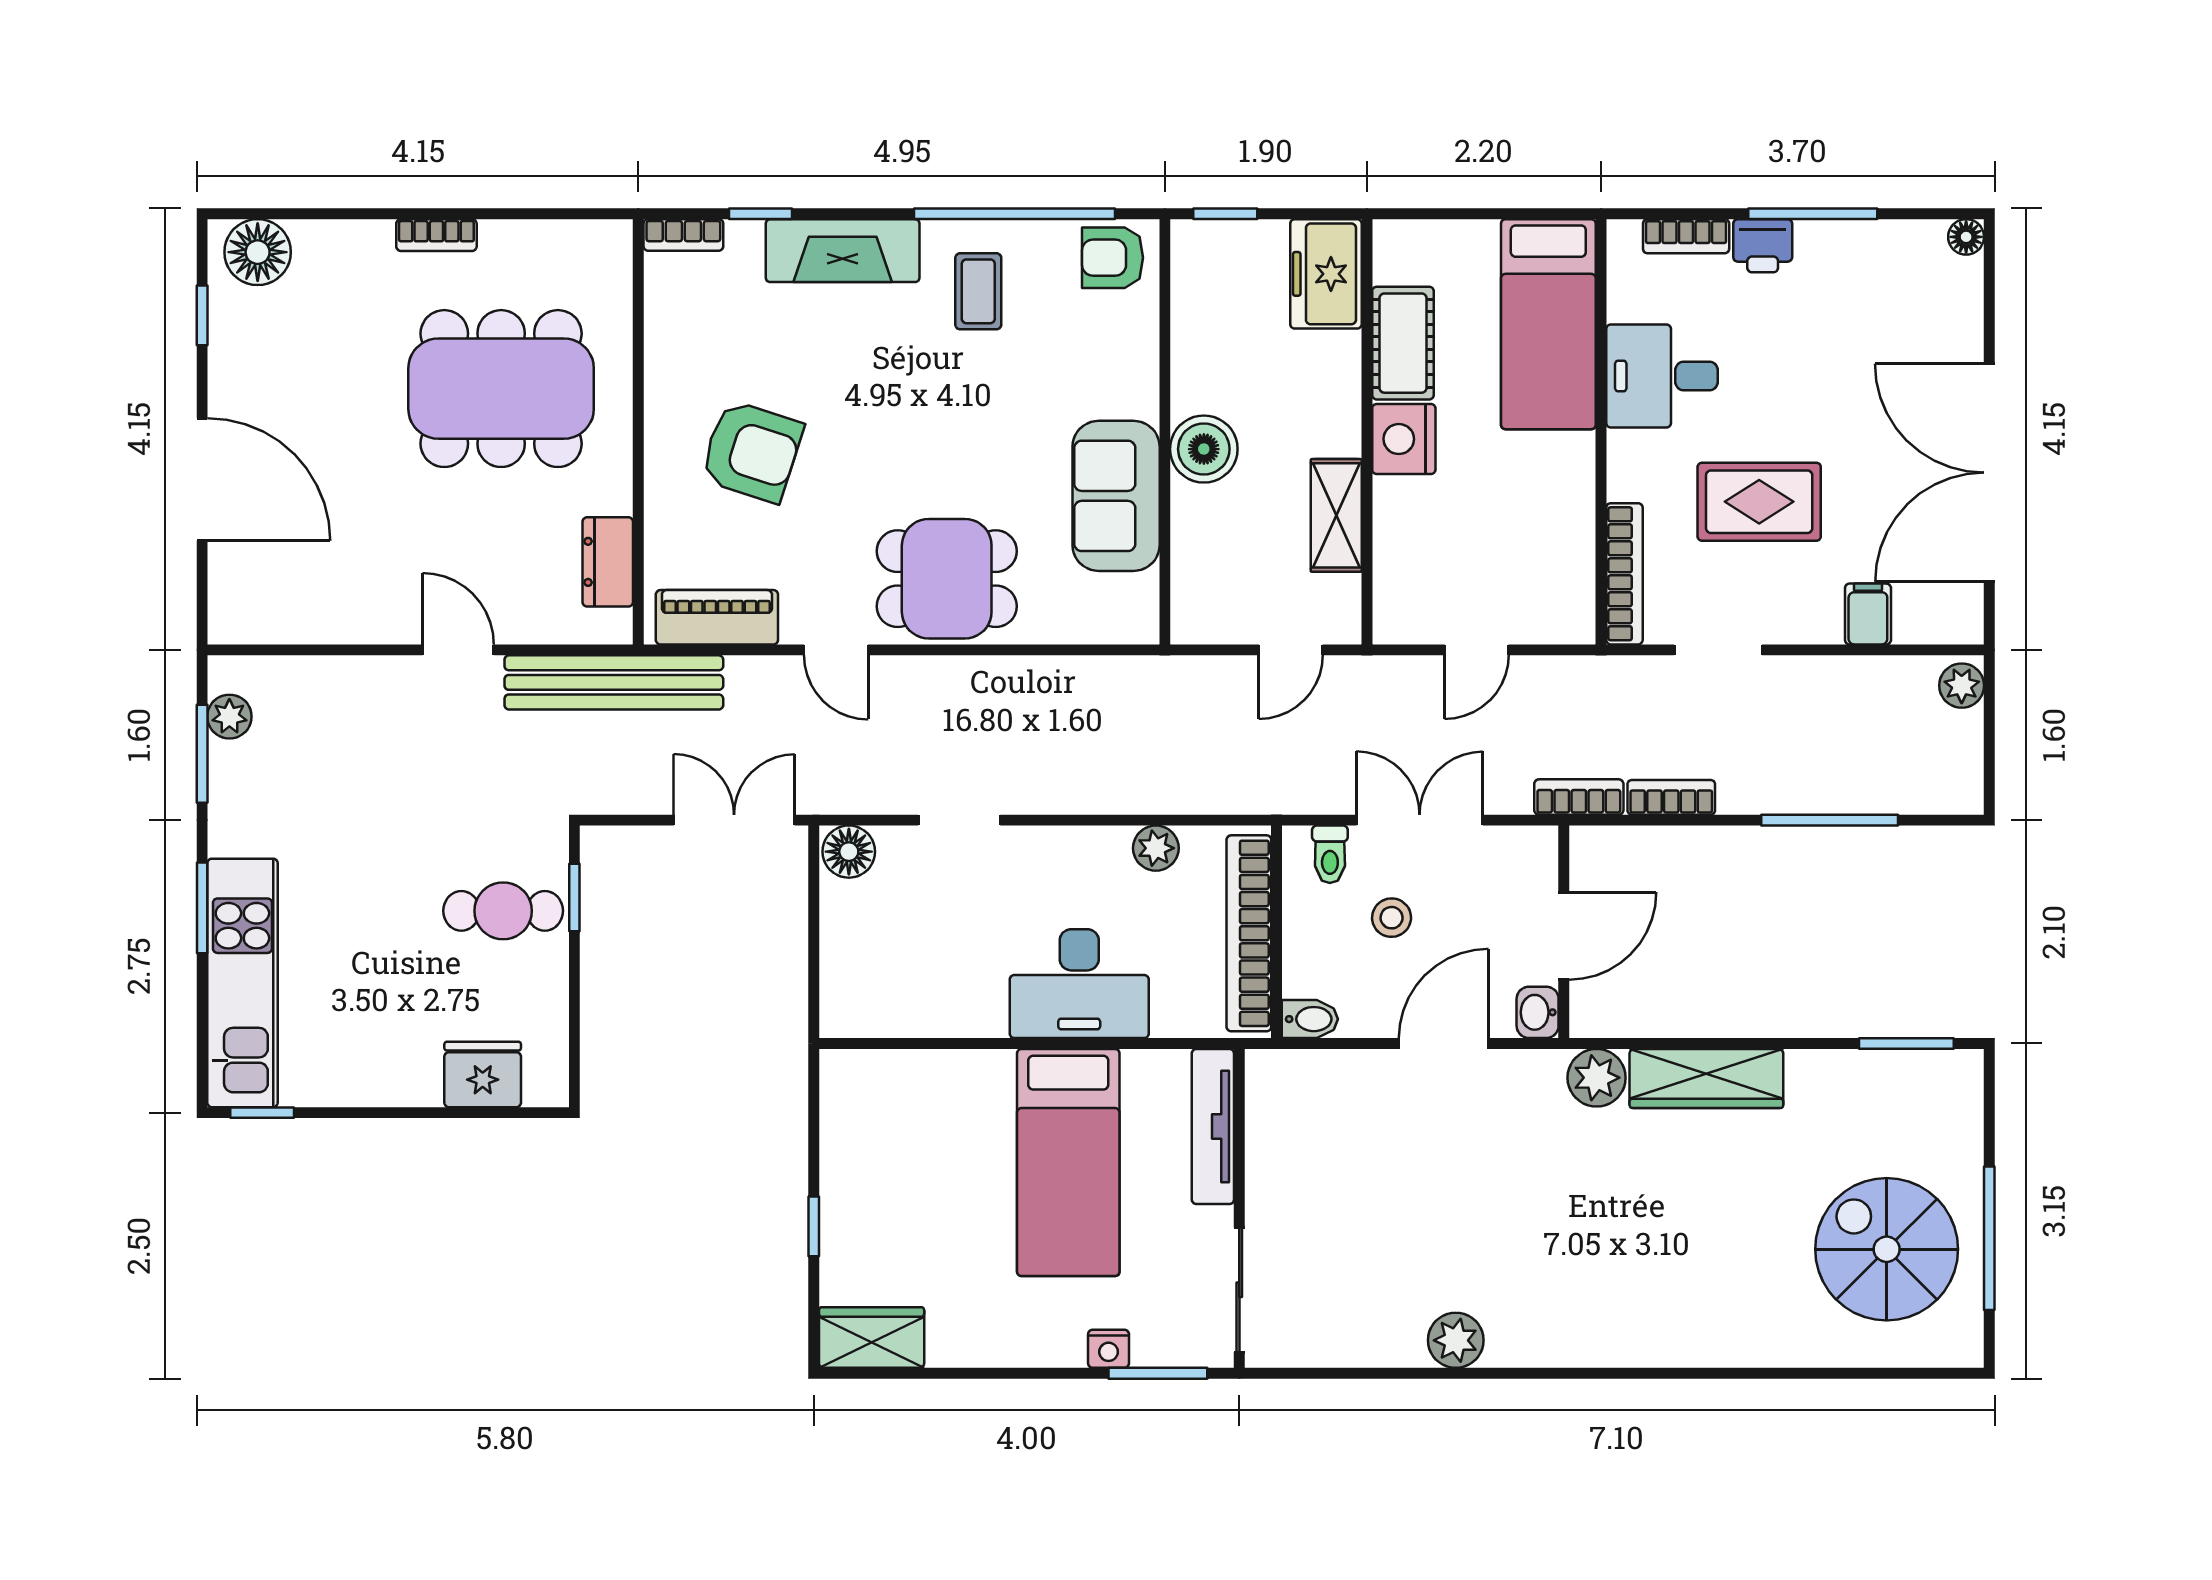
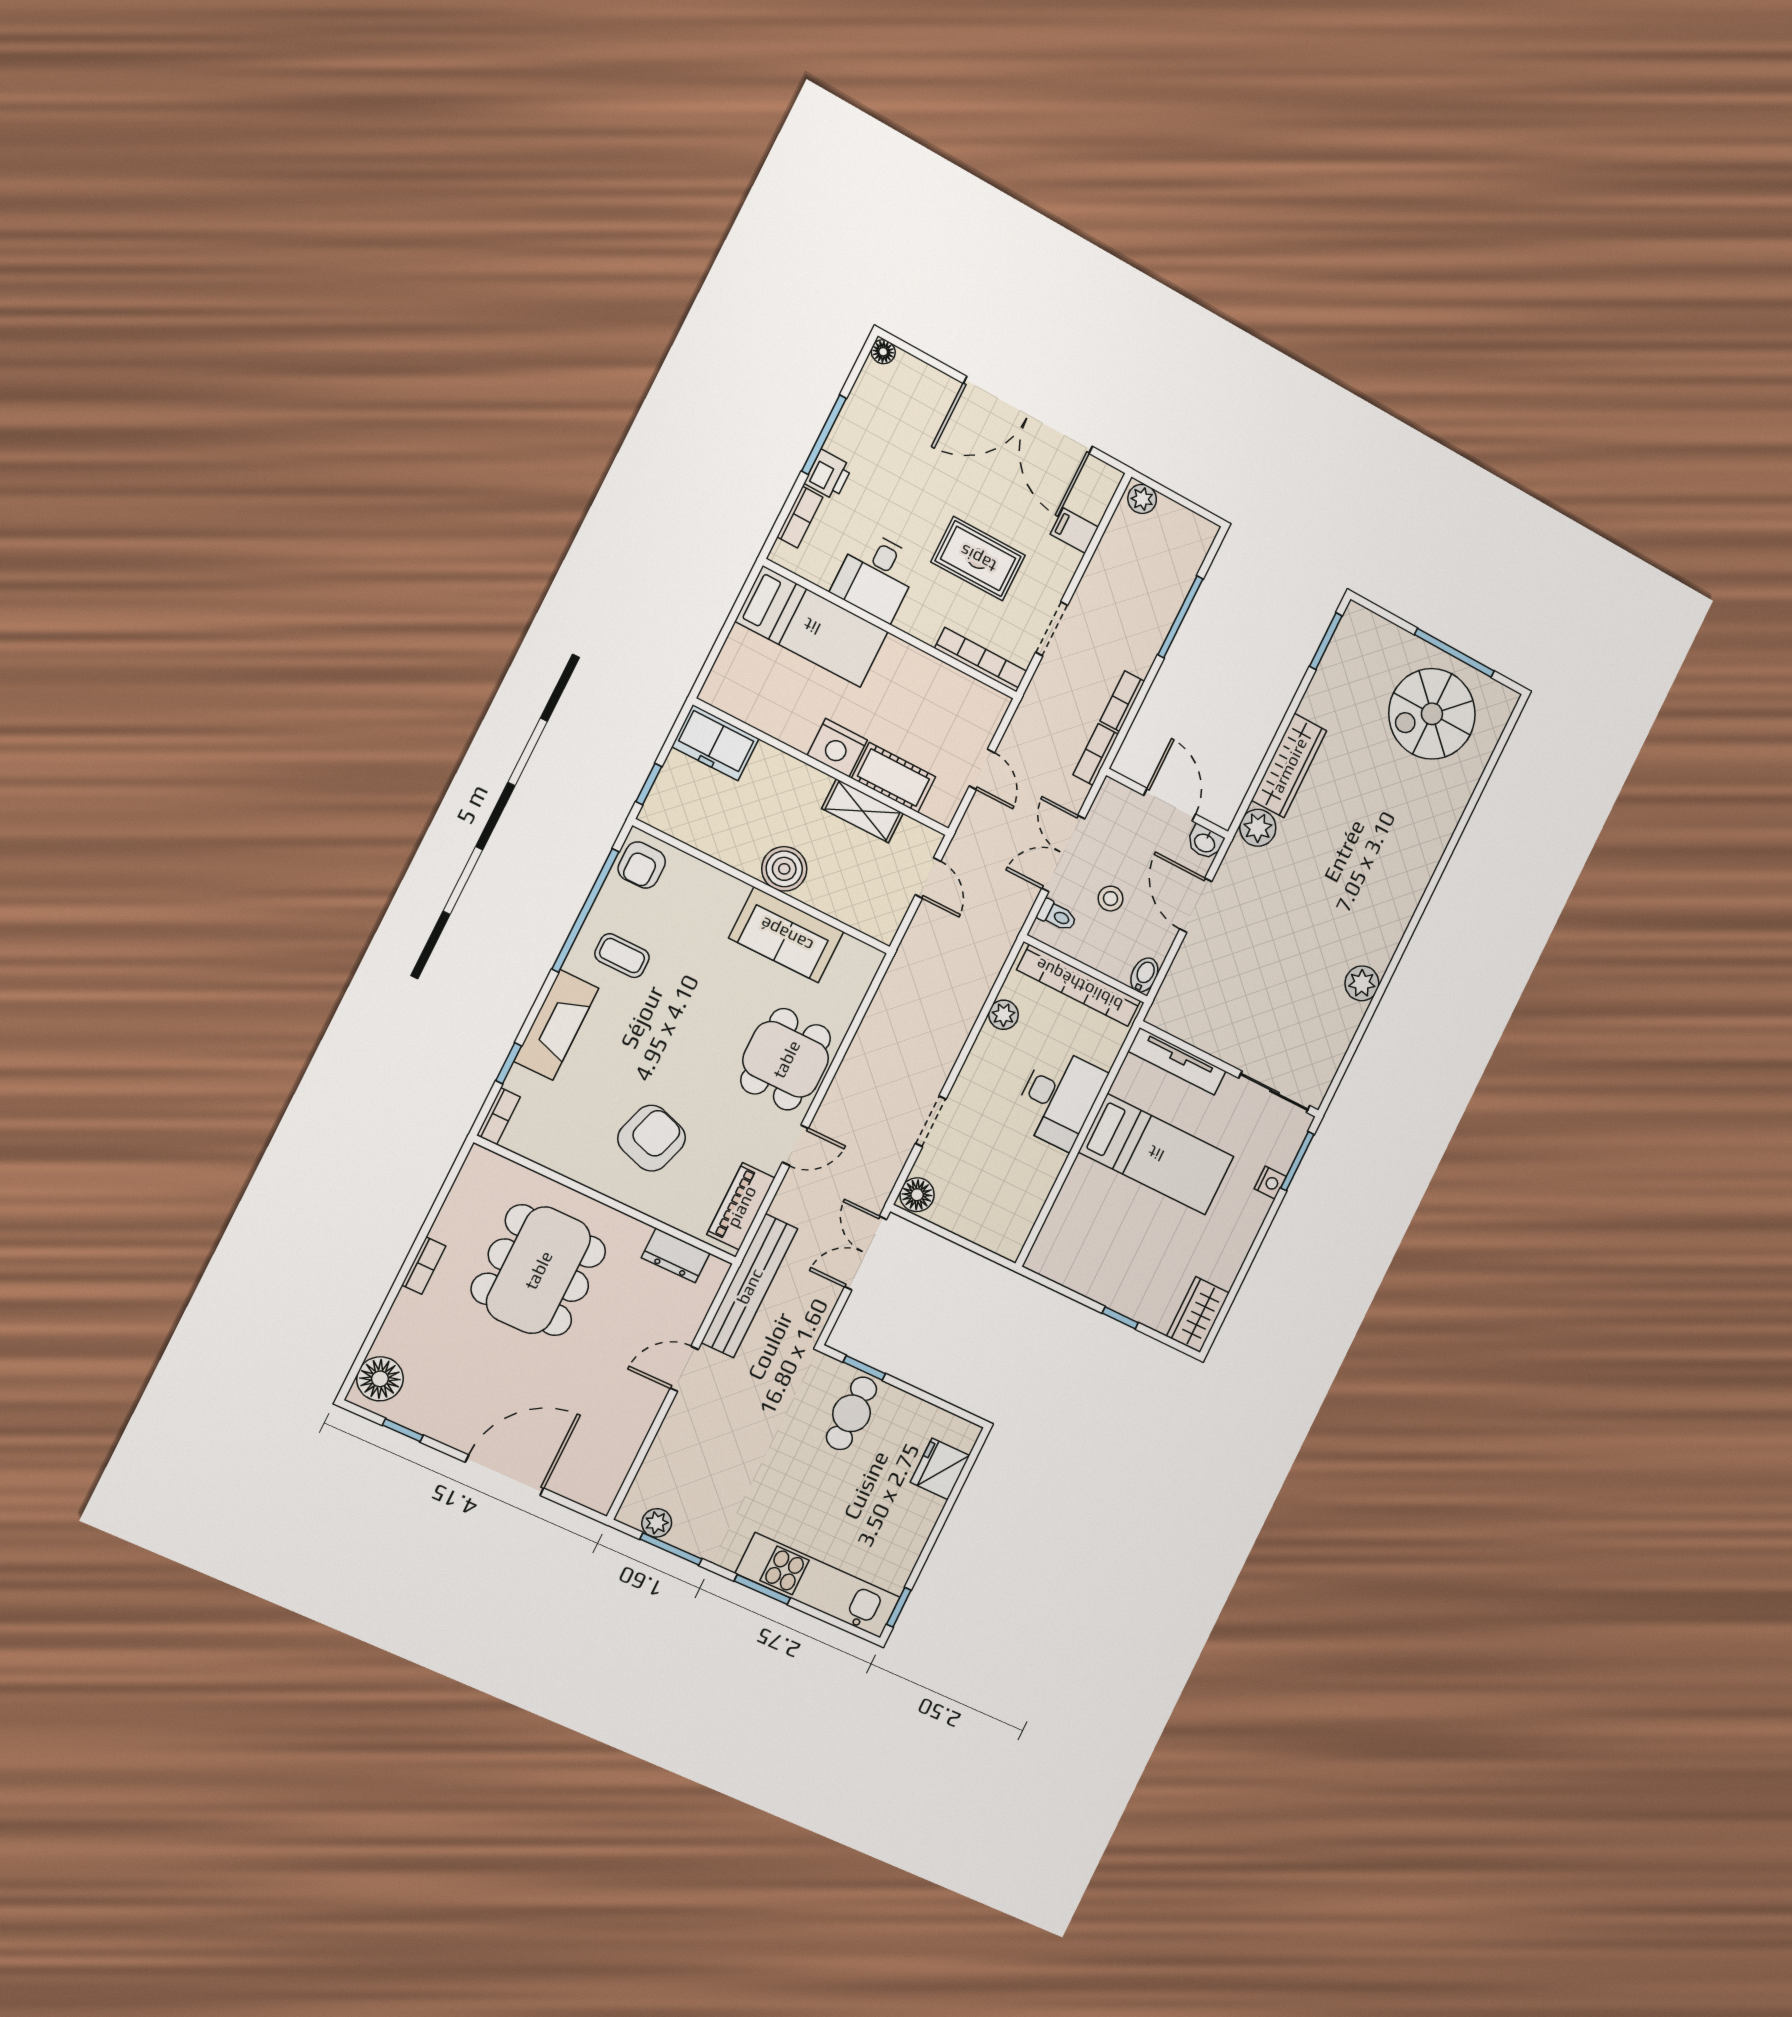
cot: (1403, 343) -> (894, 778), moved
rug: (1759, 502) -> (978, 559), turned 90

